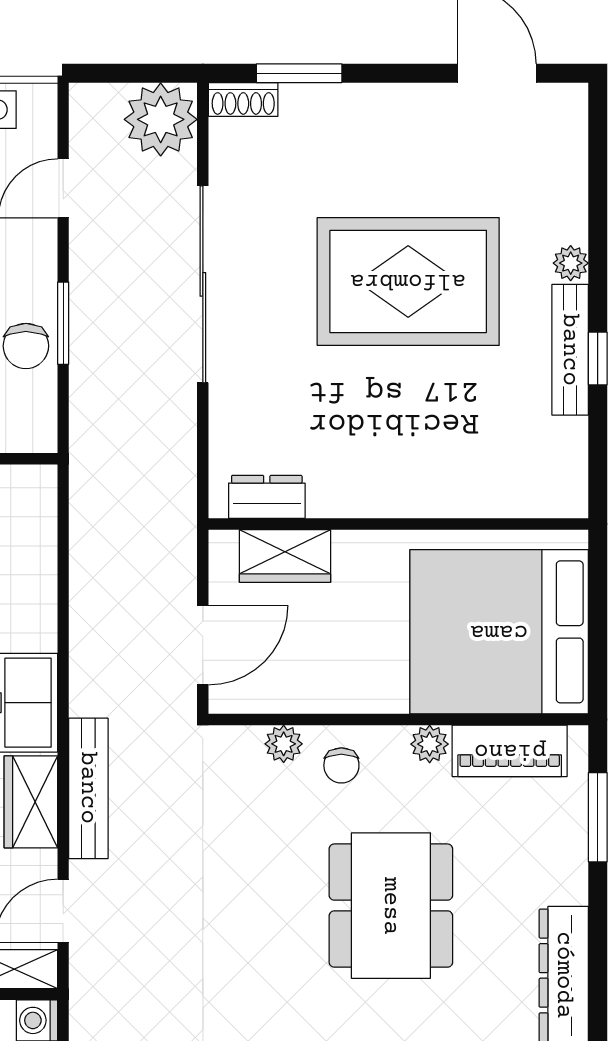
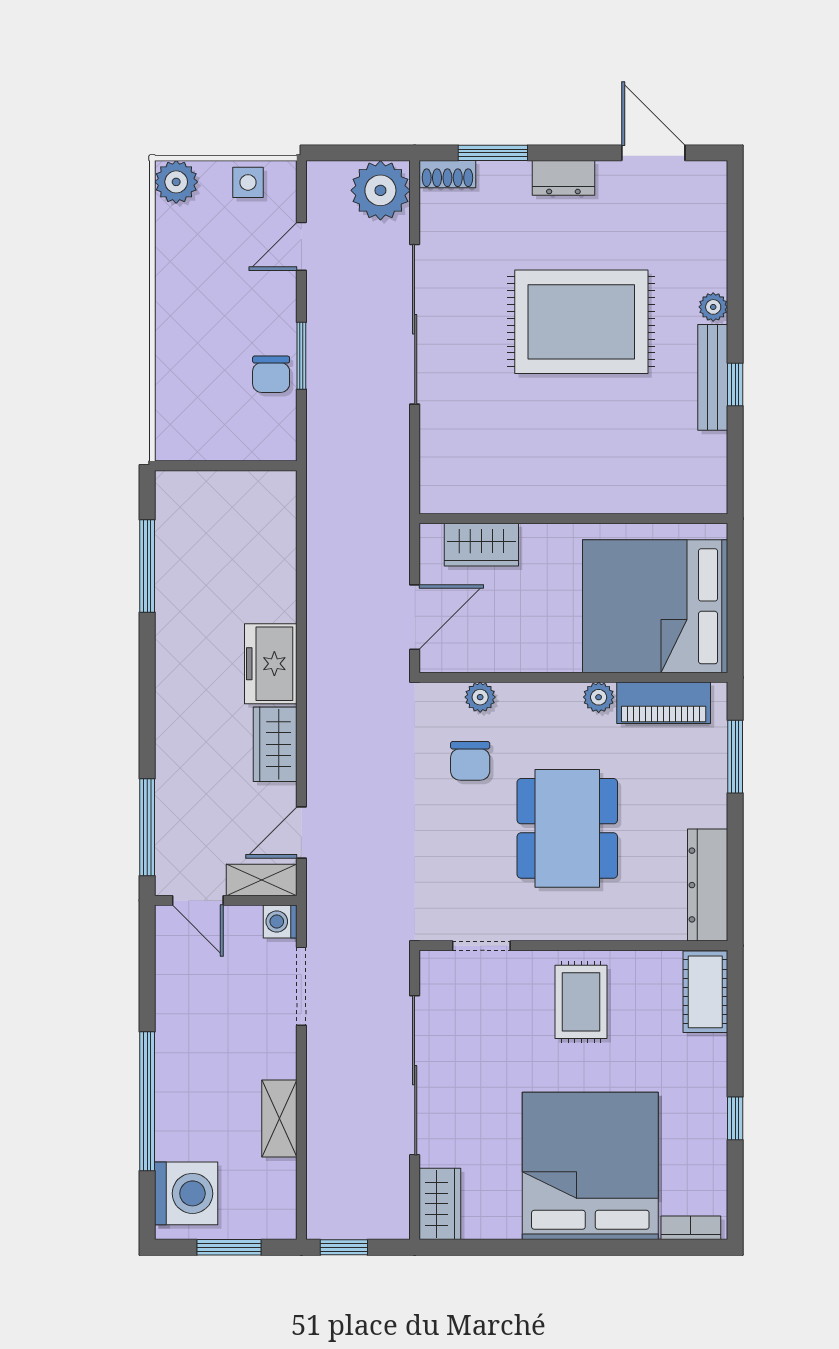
dresser: (267, 497) -> (563, 178), moved, turned 180
chair: (341, 765) -> (470, 761), moved, width x1.37, depth x1.37
bench: (88, 788) -> (322, 733), removed

